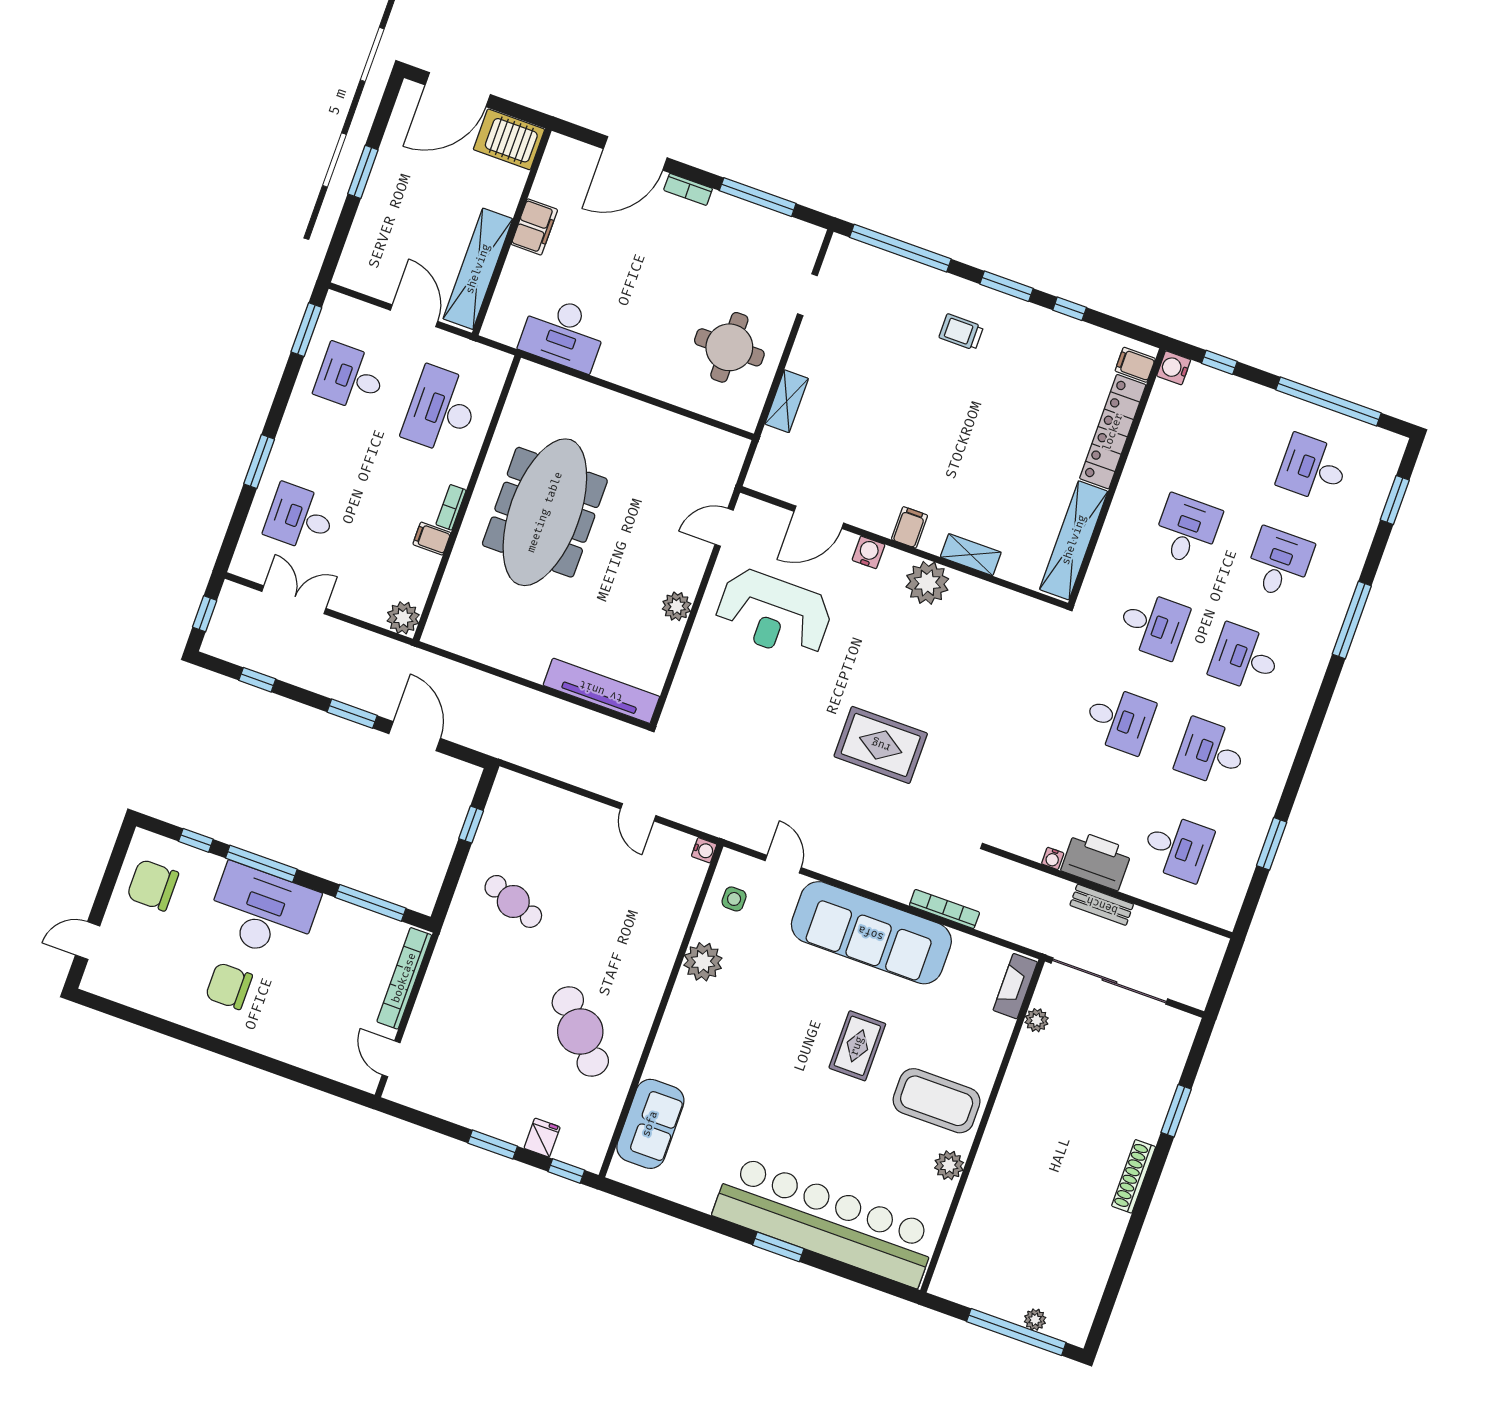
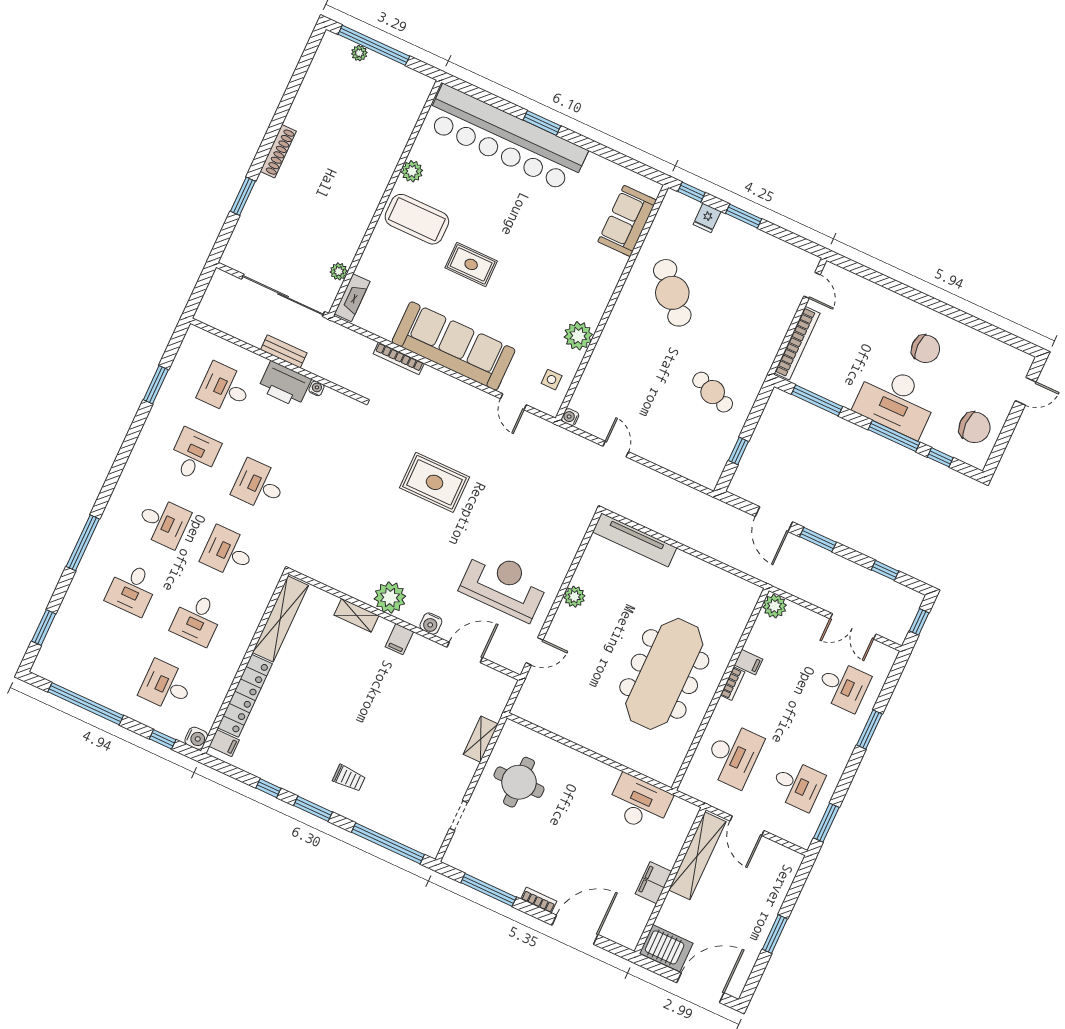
desk: (1313, 468) -> (166, 686), moved, turned 180
desk: (1211, 753) -> (194, 455), turned -90
rug: (857, 1046) -> (471, 264), turned 90

